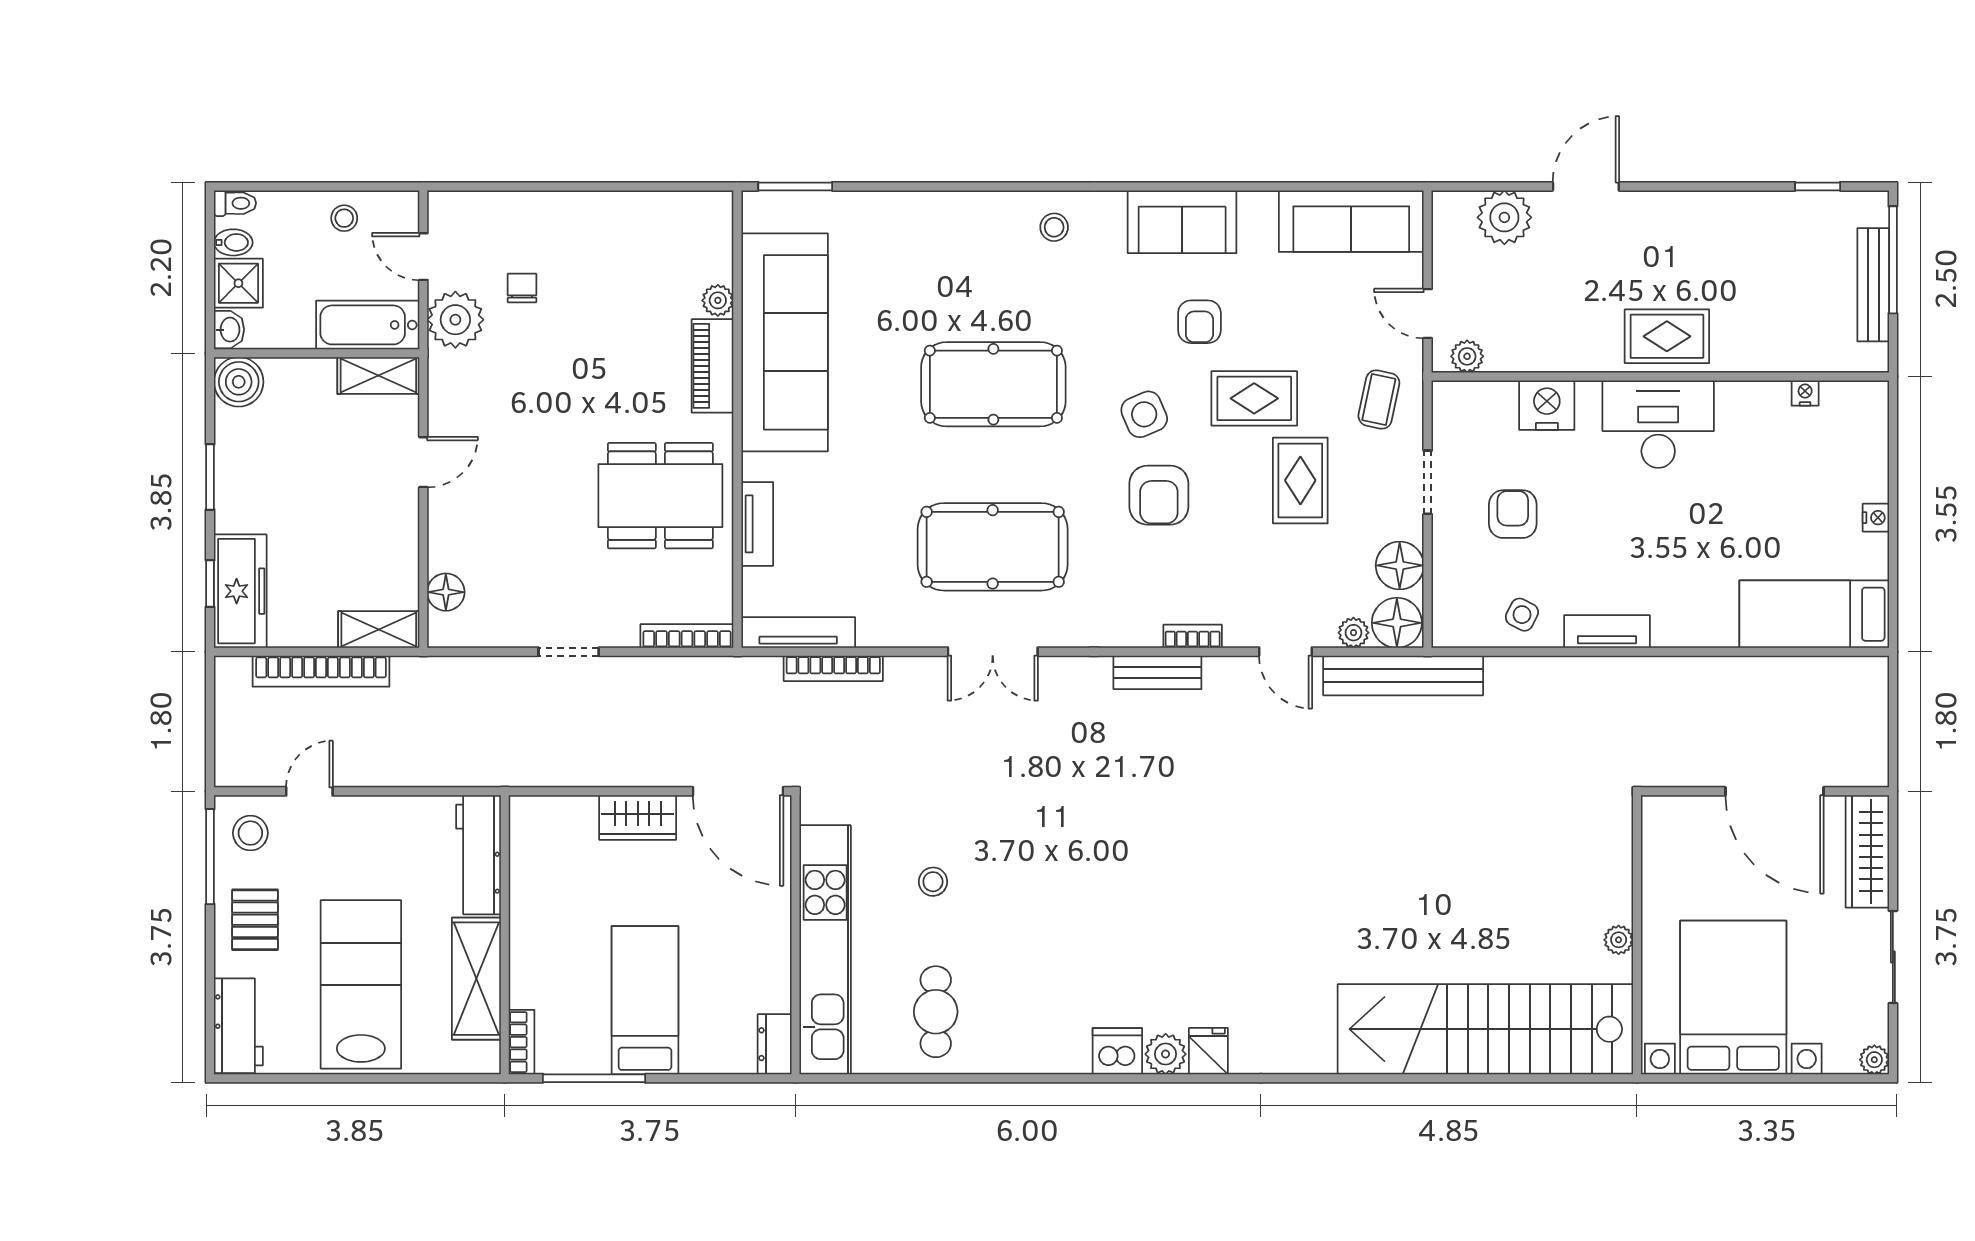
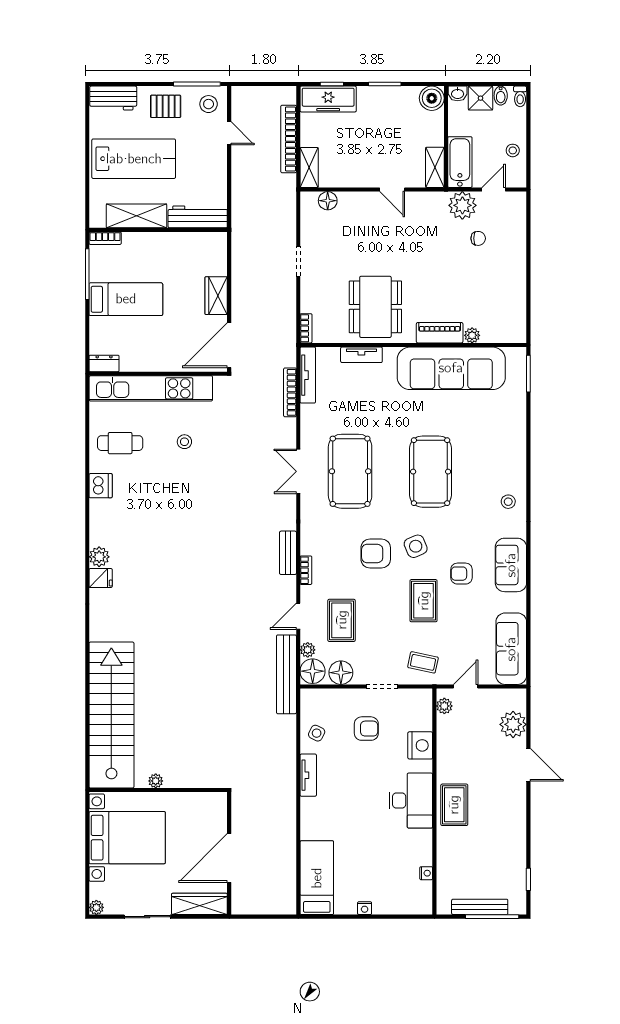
rug: (1300, 480) -> (342, 620), moved, turned 90
bookcase: (687, 636) -> (306, 328), width x0.64
dishwasher: (1117, 1051) -> (101, 486), moved

